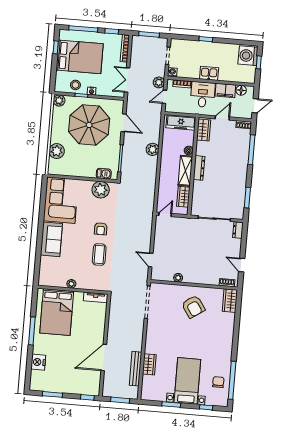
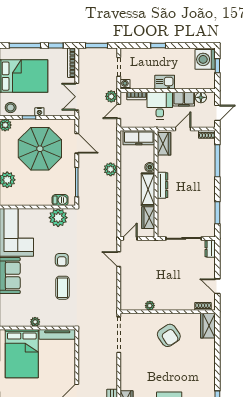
stool: (75, 85) -> (11, 108), moved
door: (151, 260) -> (119, 259), moved
tv unit: (96, 297) -> (57, 334), width x1.41

